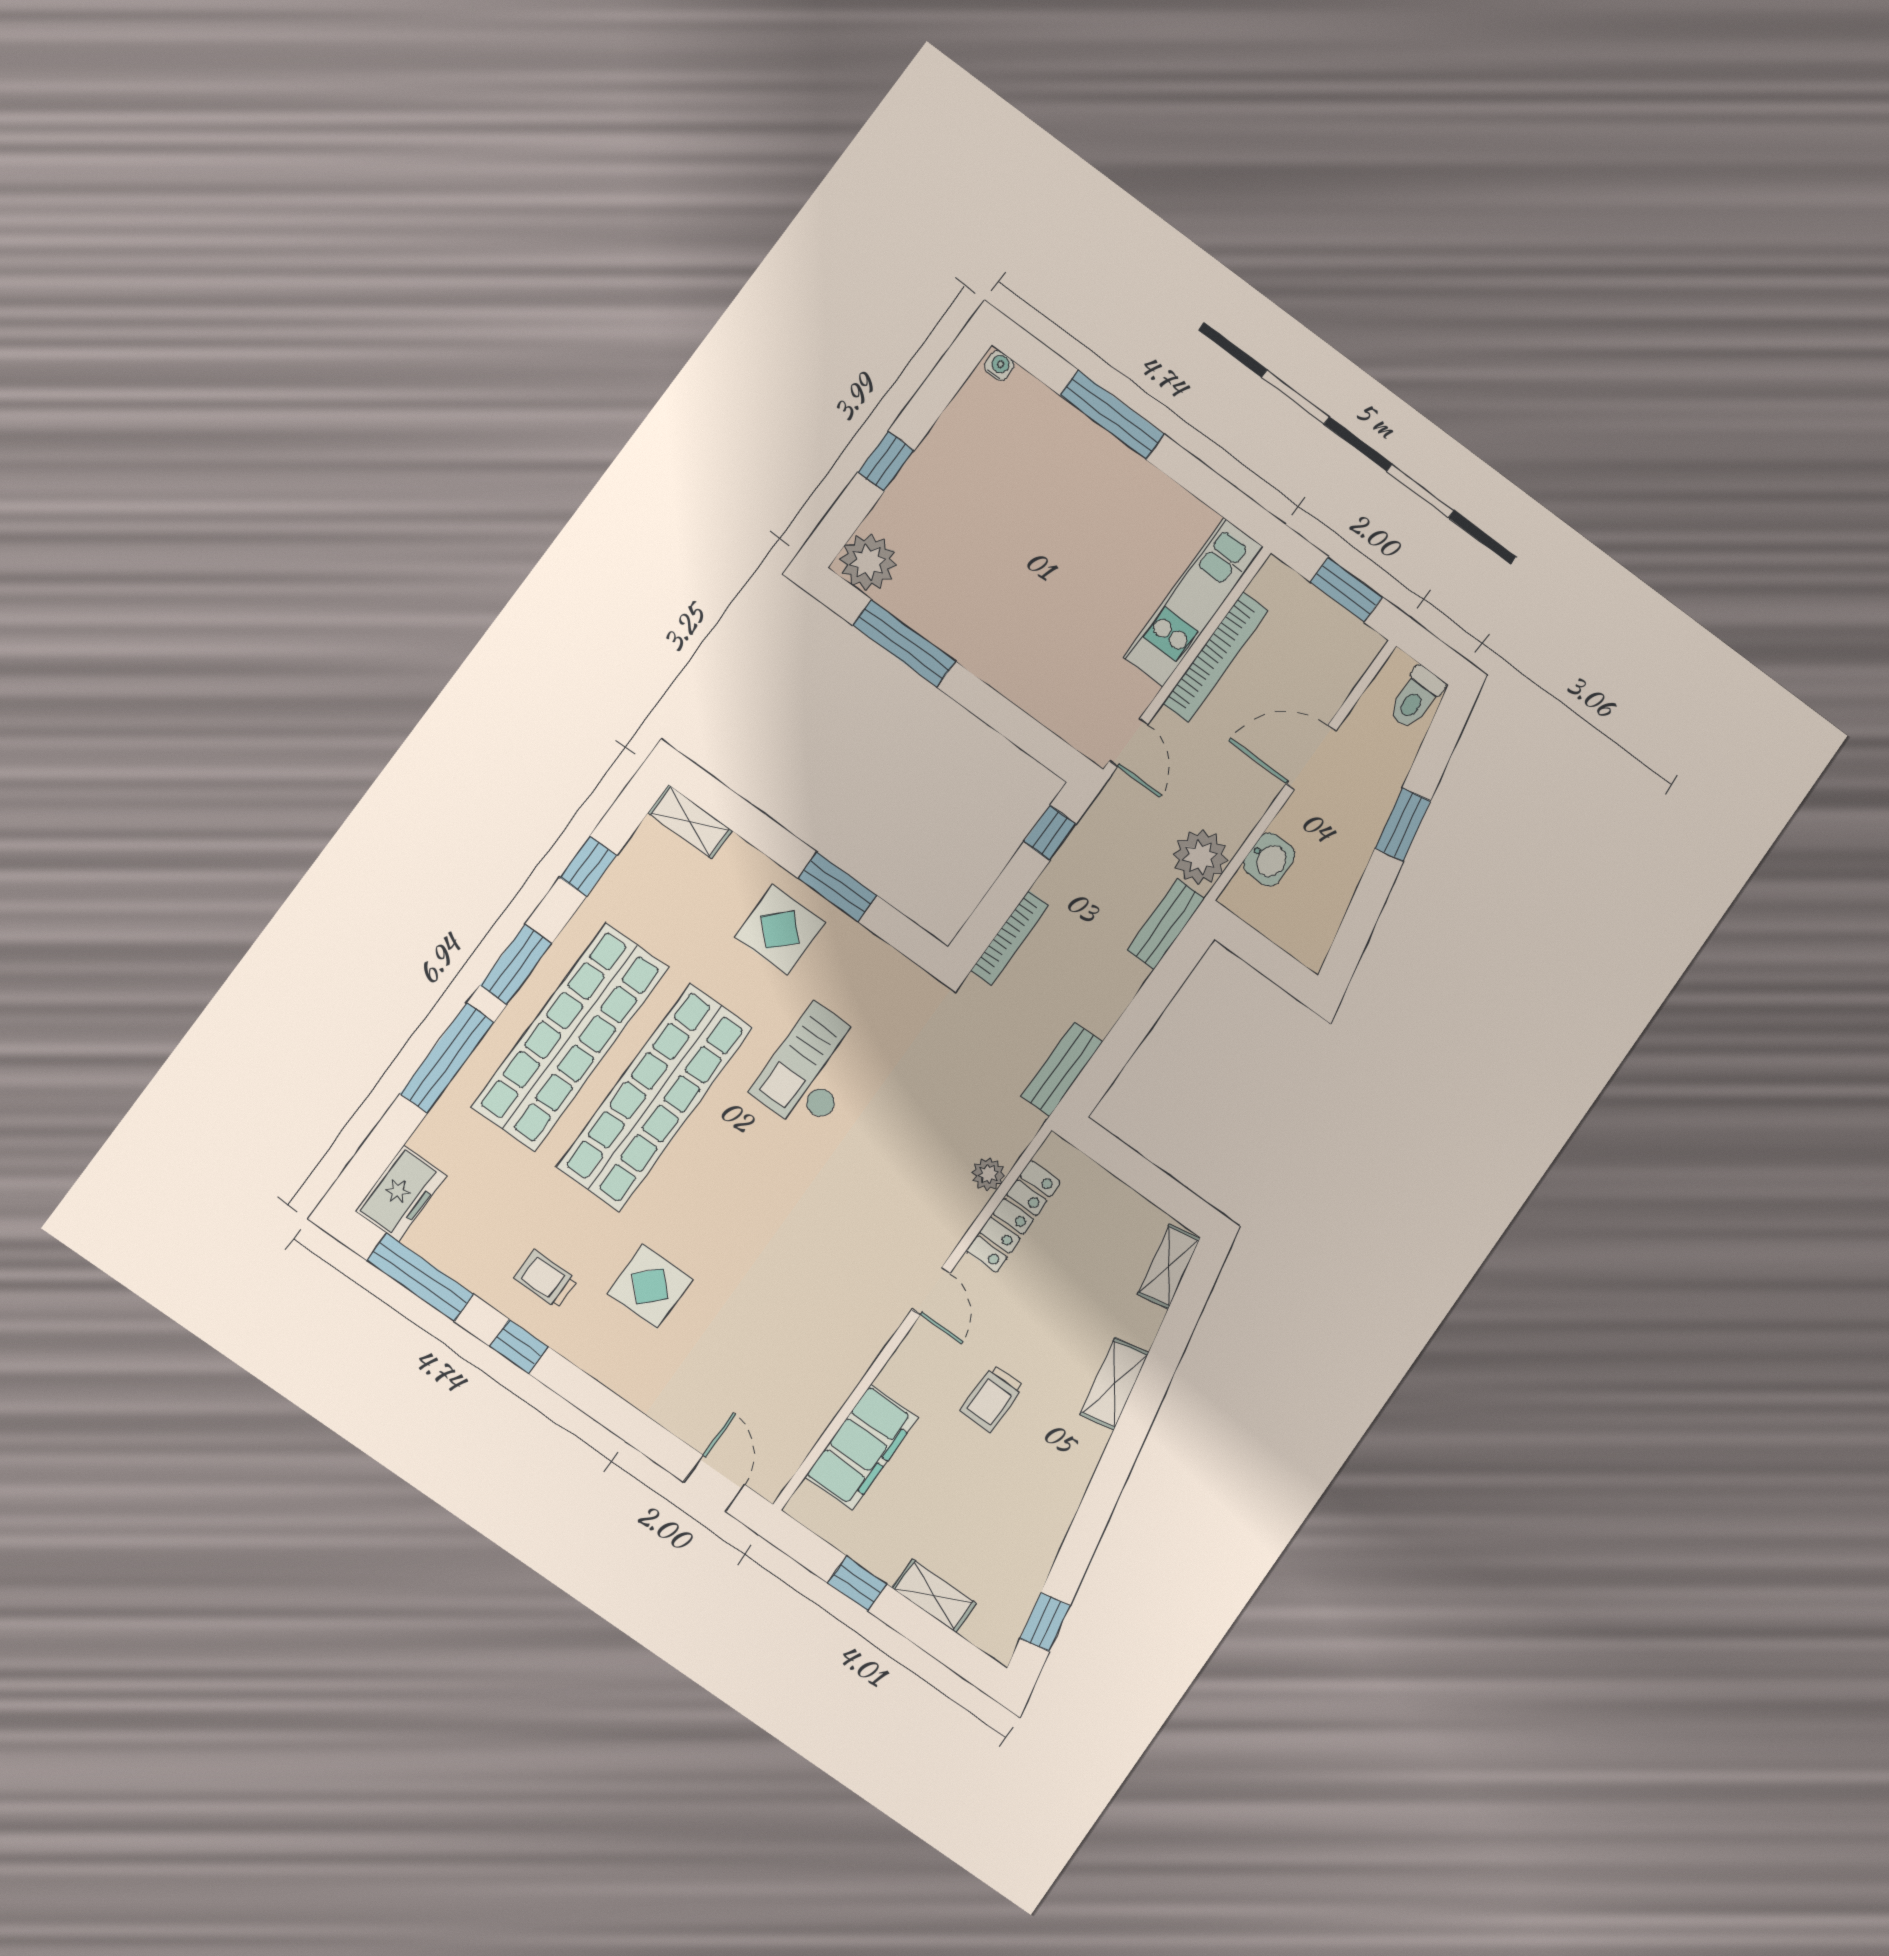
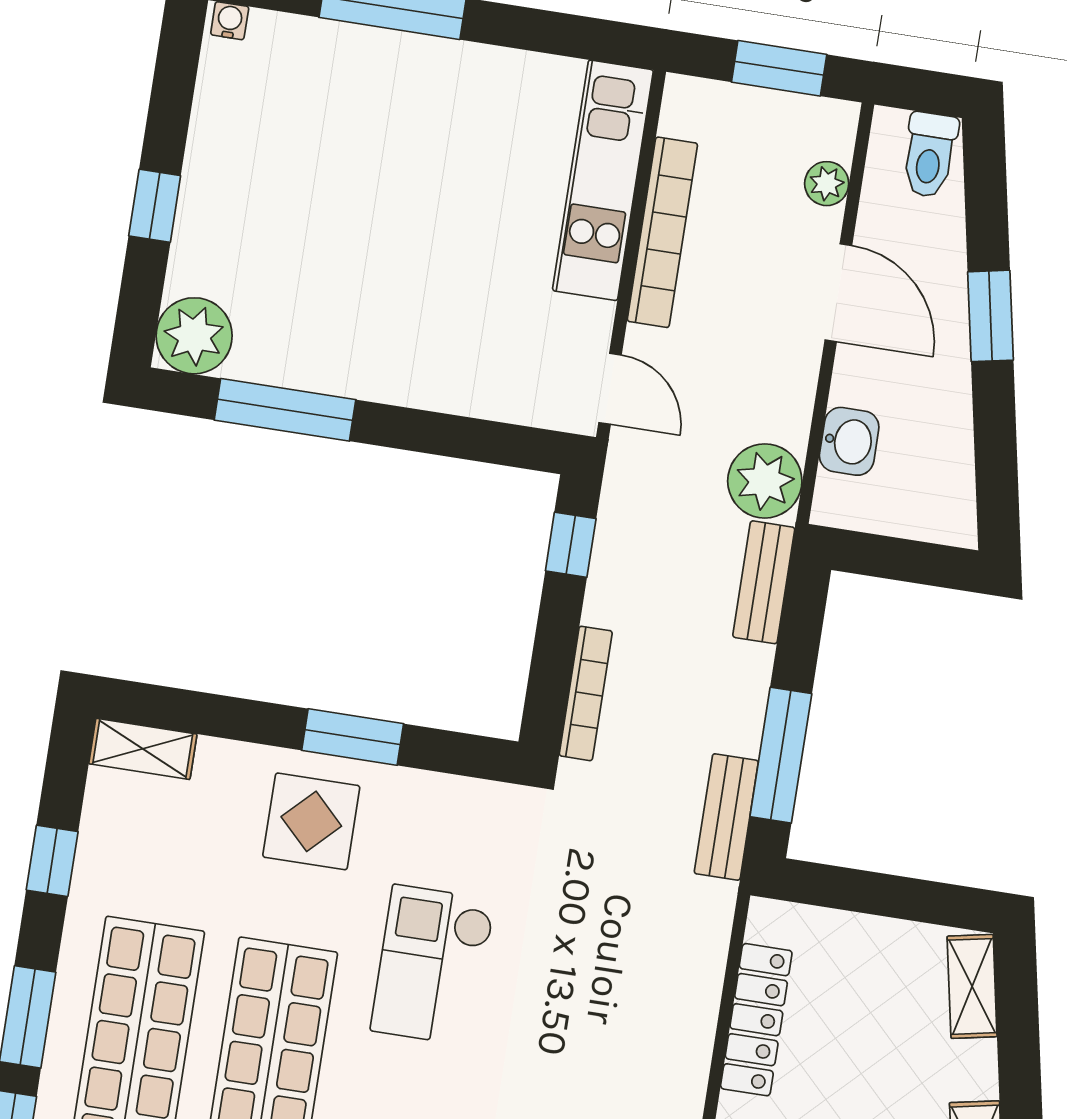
door: (1311, 757) -> (838, 293), swing flipped
window: (1119, 1046) -> (781, 755), added
plant: (988, 1174) -> (827, 184), moved

